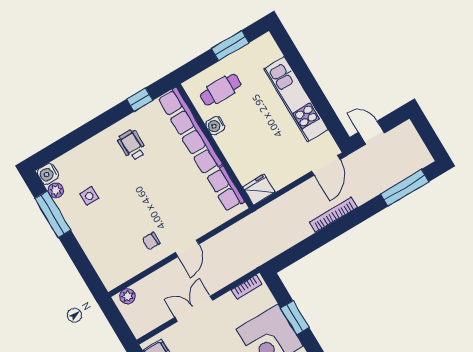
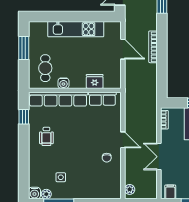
wheelchair: (132, 145) -> (46, 136), turned -90
door: (326, 165) -> (123, 49), moved
fridge: (259, 190) -> (95, 81), moved, turned 90

